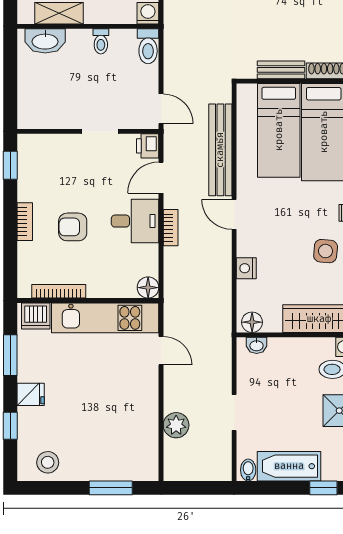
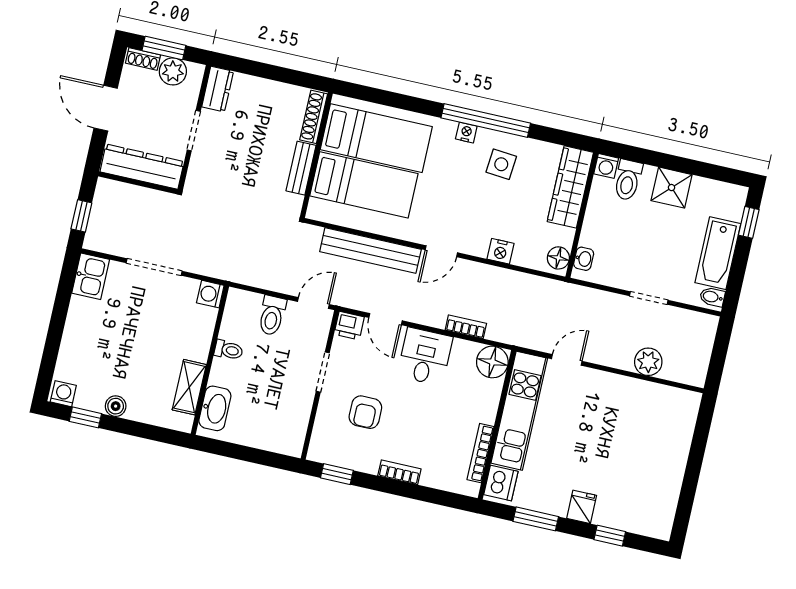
toilet: (148, 46) -> (272, 315), moved, turned 90
armchair: (73, 227) -> (365, 412), moved
bookcase: (171, 228) -> (466, 327), moved
floor lamp: (148, 288) -> (492, 362), width x1.38, depth x1.38
stool: (48, 462) -> (657, 505), removed
window: (111, 488) -> (699, 445), removed

